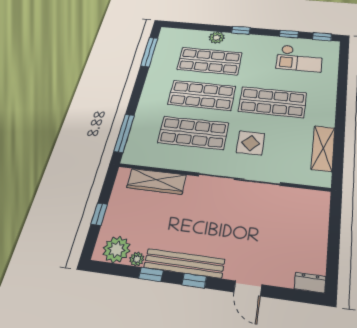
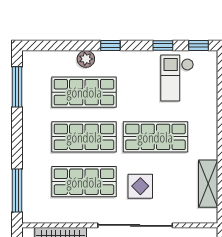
checkout: (299, 58) -> (177, 78), turned 90

